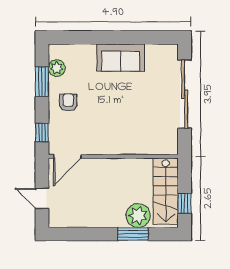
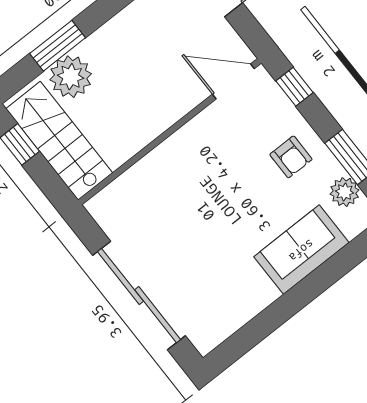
sofa: (121, 58) -> (301, 250), moved
door: (67, 156) -> (233, 81), hinge flipped

